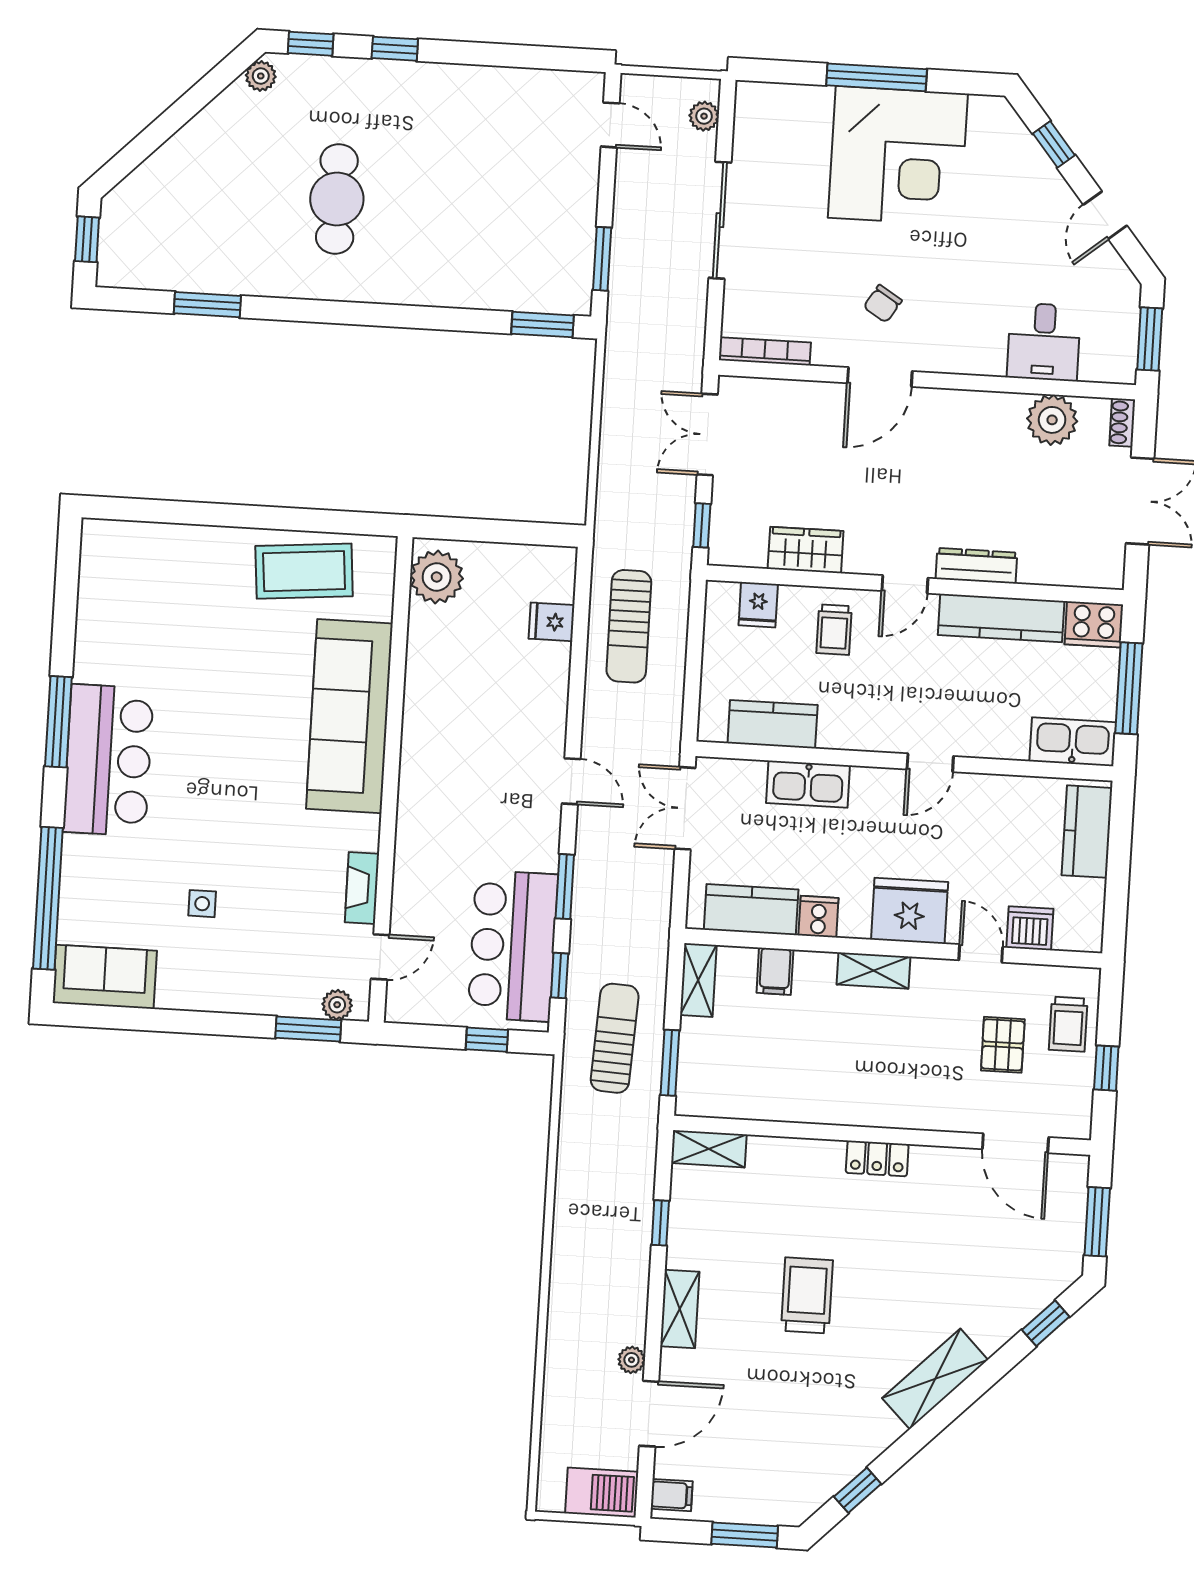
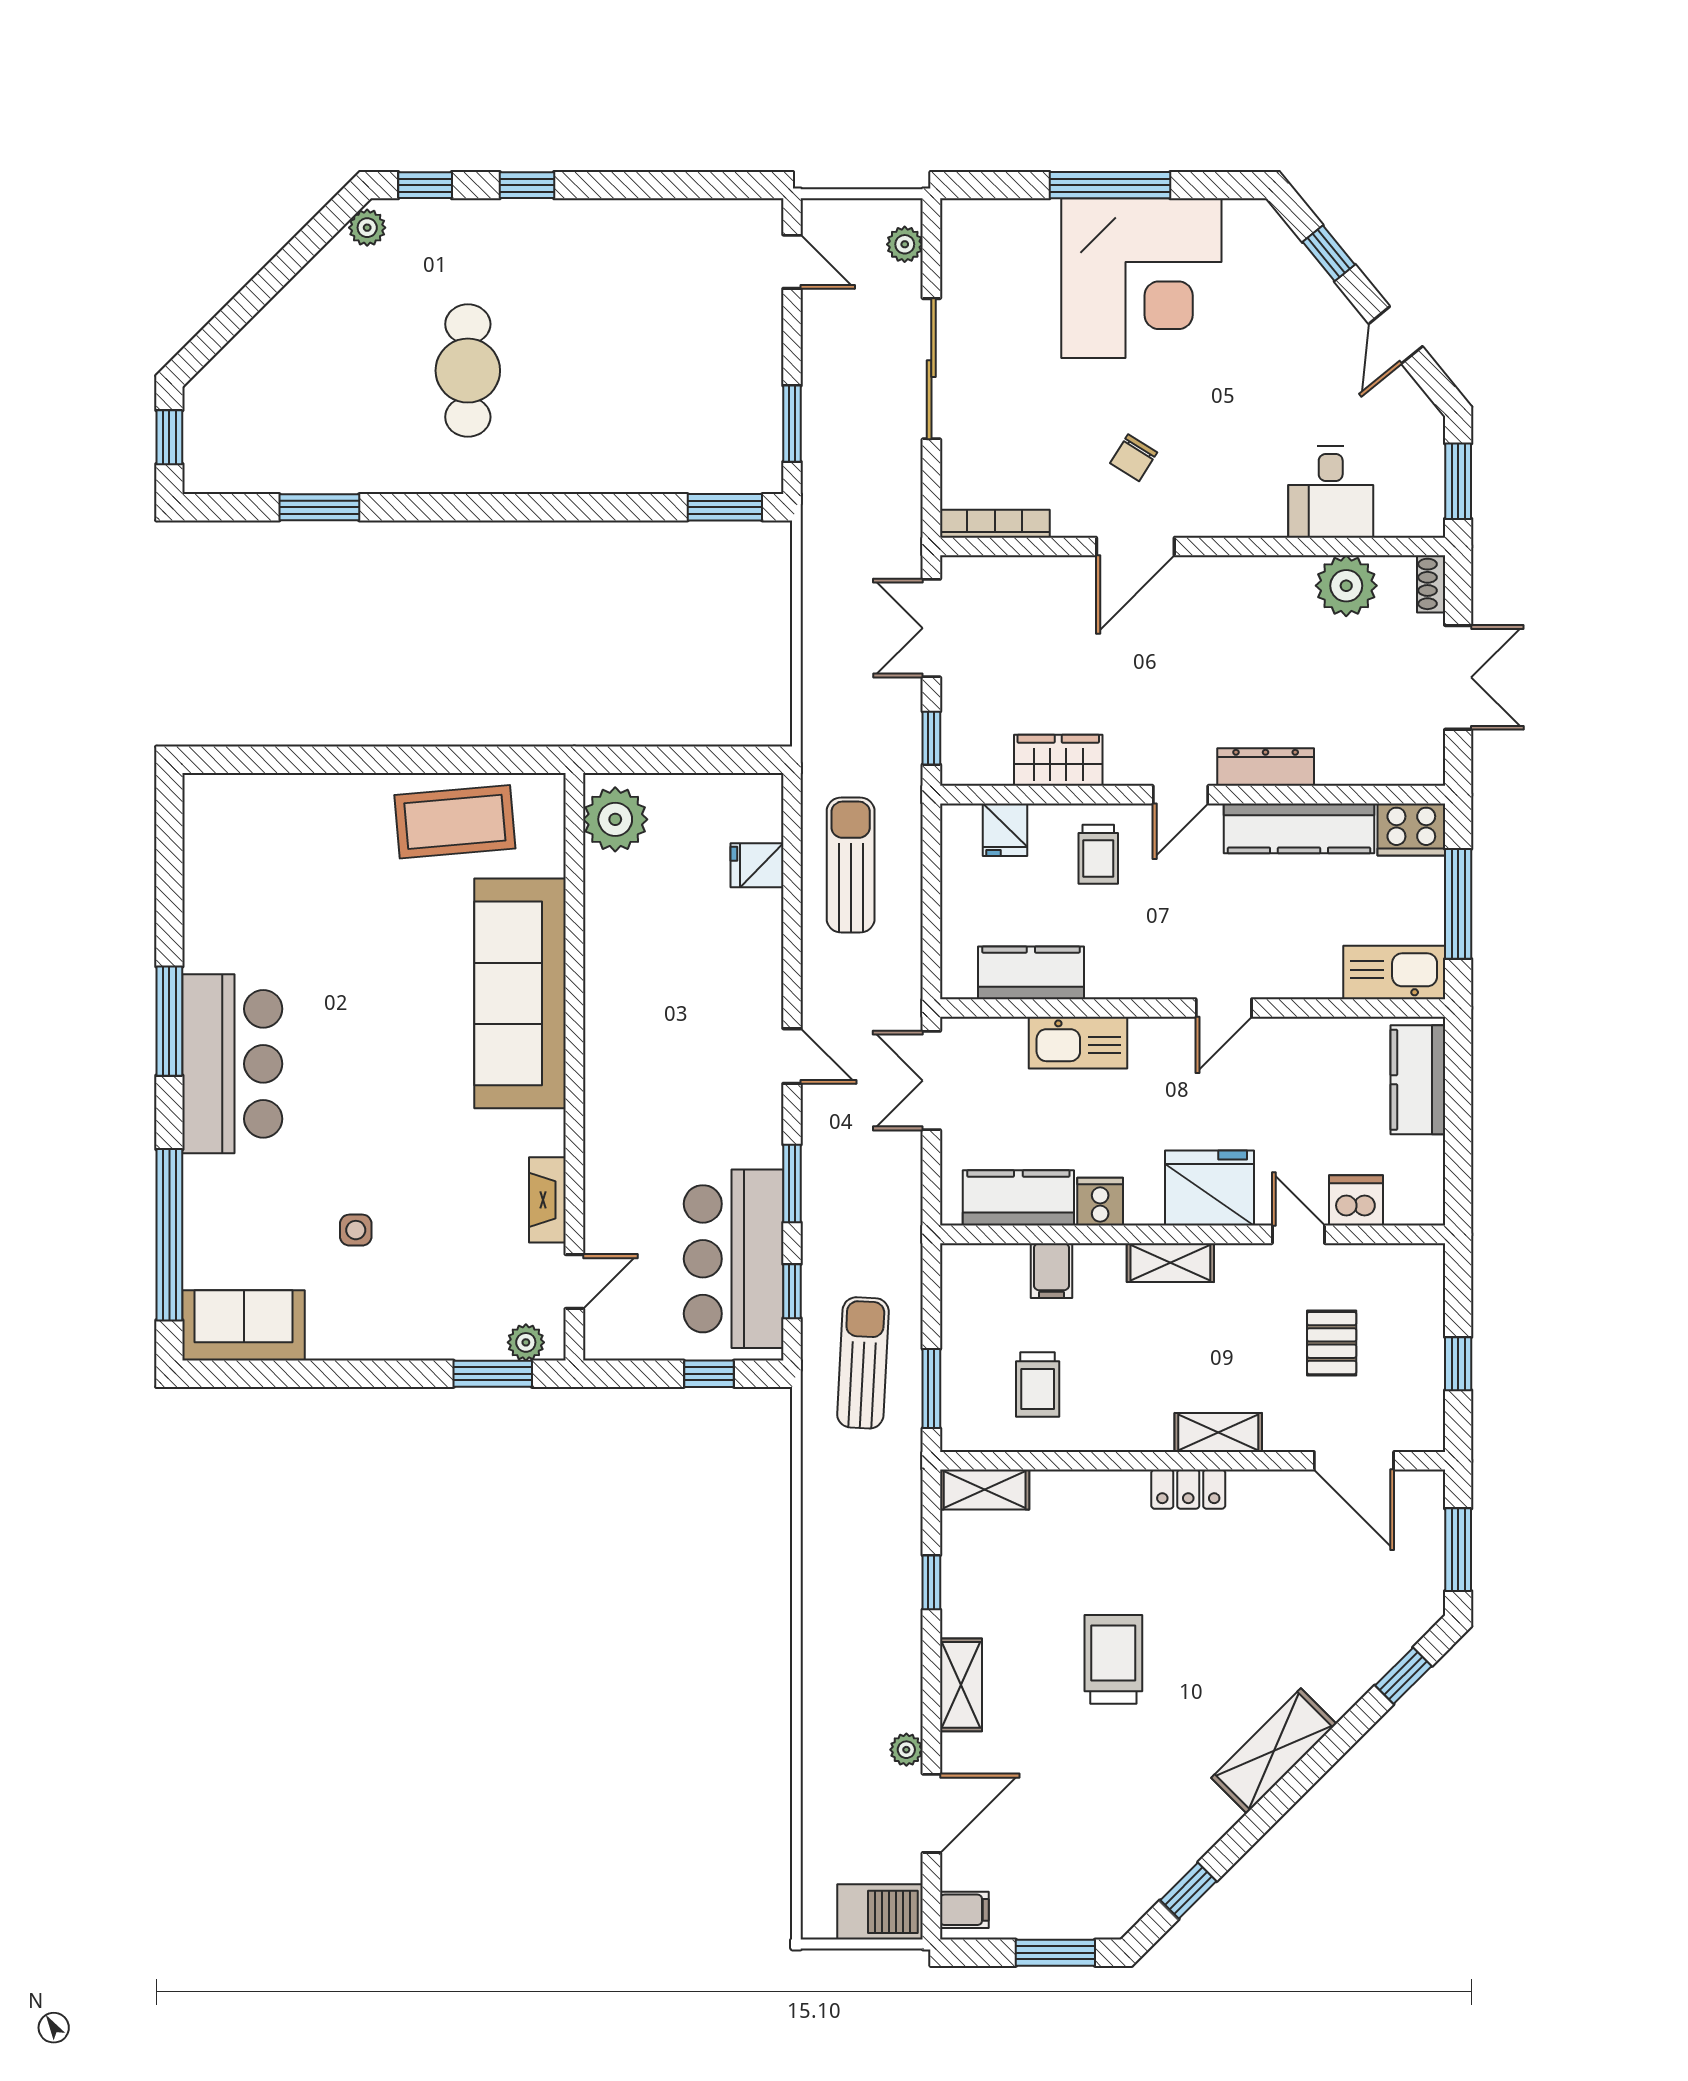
sun lounger: (629, 626) -> (851, 865), turned 180
shelving: (698, 980) -> (1218, 1432), moved, turned 90
trolley: (1068, 1024) -> (1038, 1384), moved

